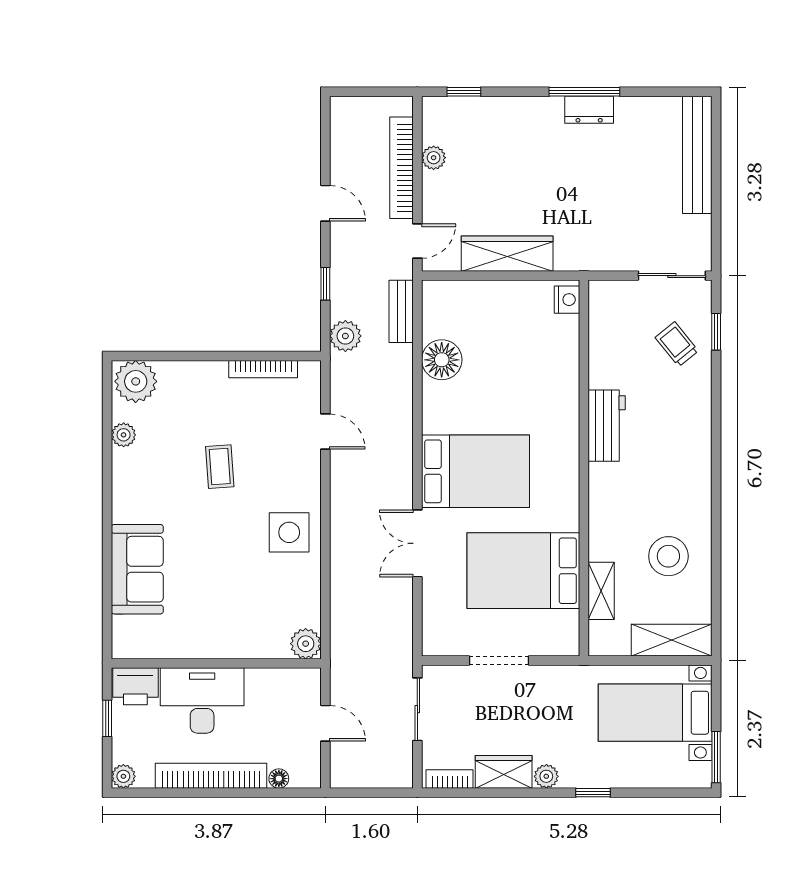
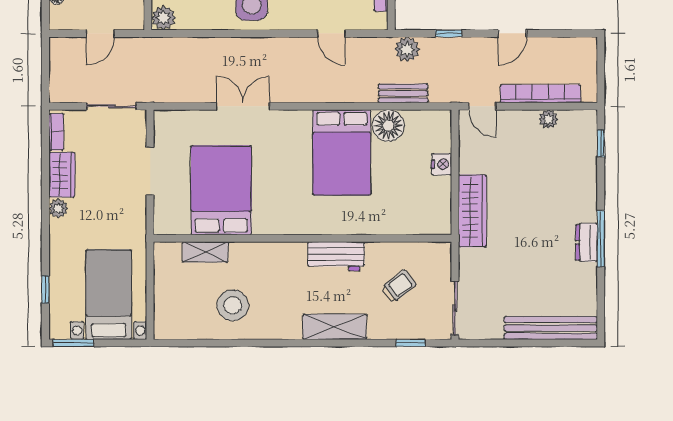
wardrobe: (507, 254) -> (472, 211), moved
nightstand: (567, 300) -> (442, 164), moved, turned -90
bench: (401, 311) -> (403, 93), moved
trolley: (677, 344) -> (399, 286), moved
door: (325, 432) -> (331, 33), hinge flipped
bed: (476, 471) -> (342, 152), moved
shelving: (672, 640) -> (335, 327), moved, turned 90
window: (593, 793) -> (45, 290), moved

